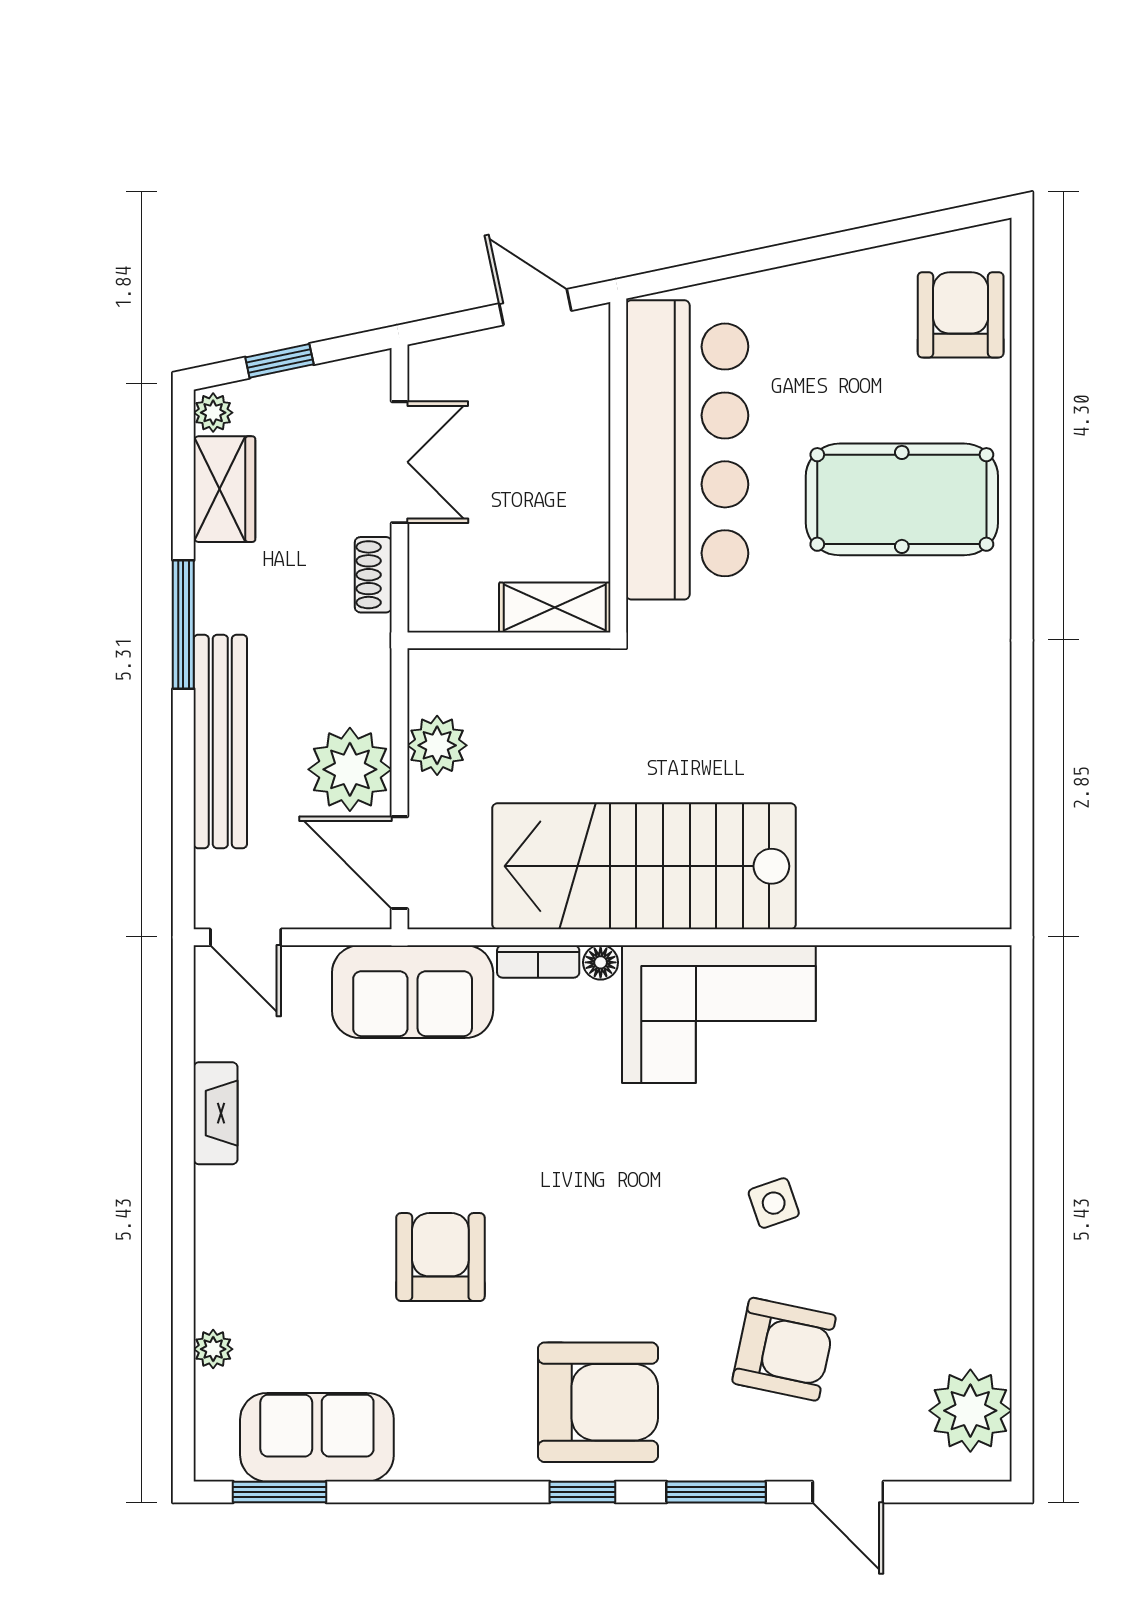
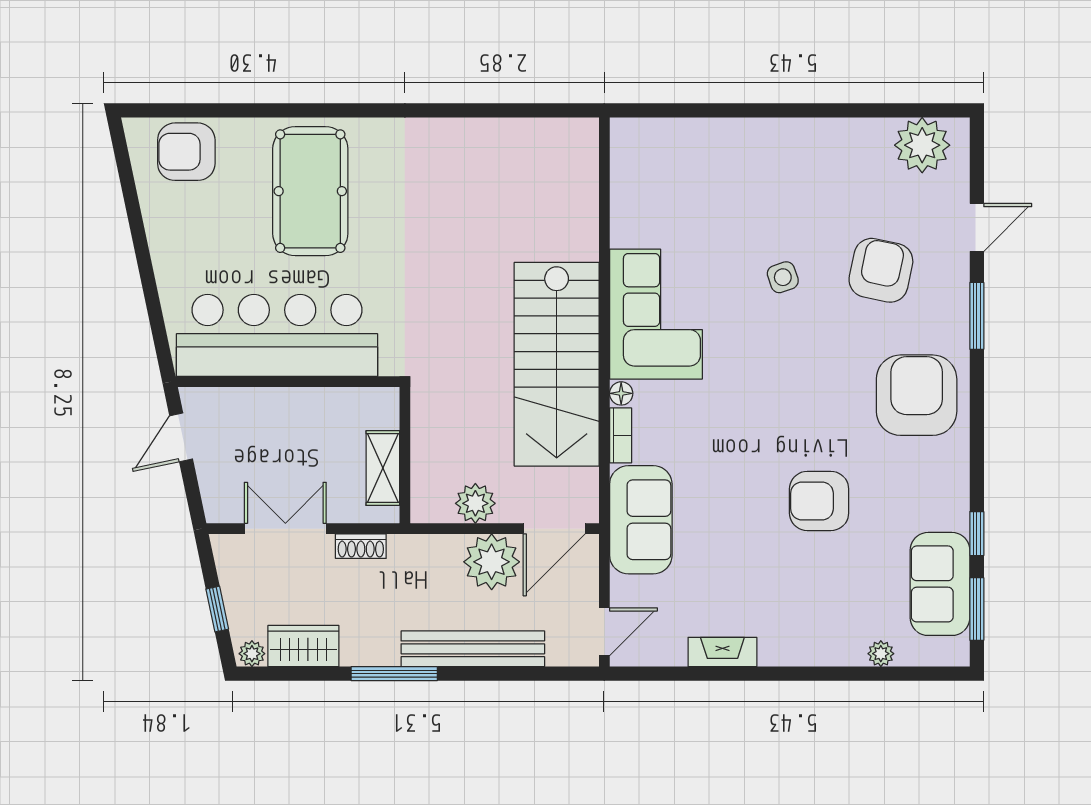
shelving: (555, 607) -> (383, 468), moved
window: (582, 1492) -> (977, 534), moved

